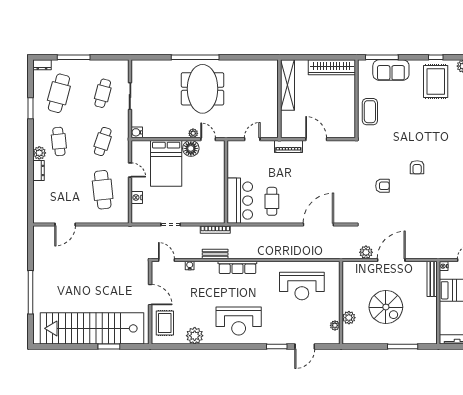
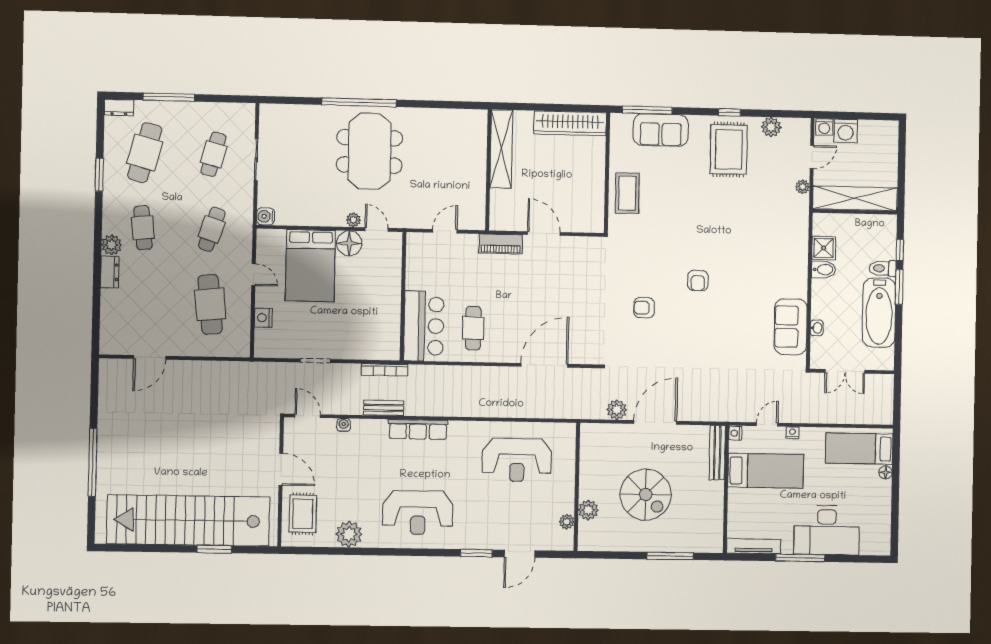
armchair: (382, 186) -> (644, 308), turned 180

